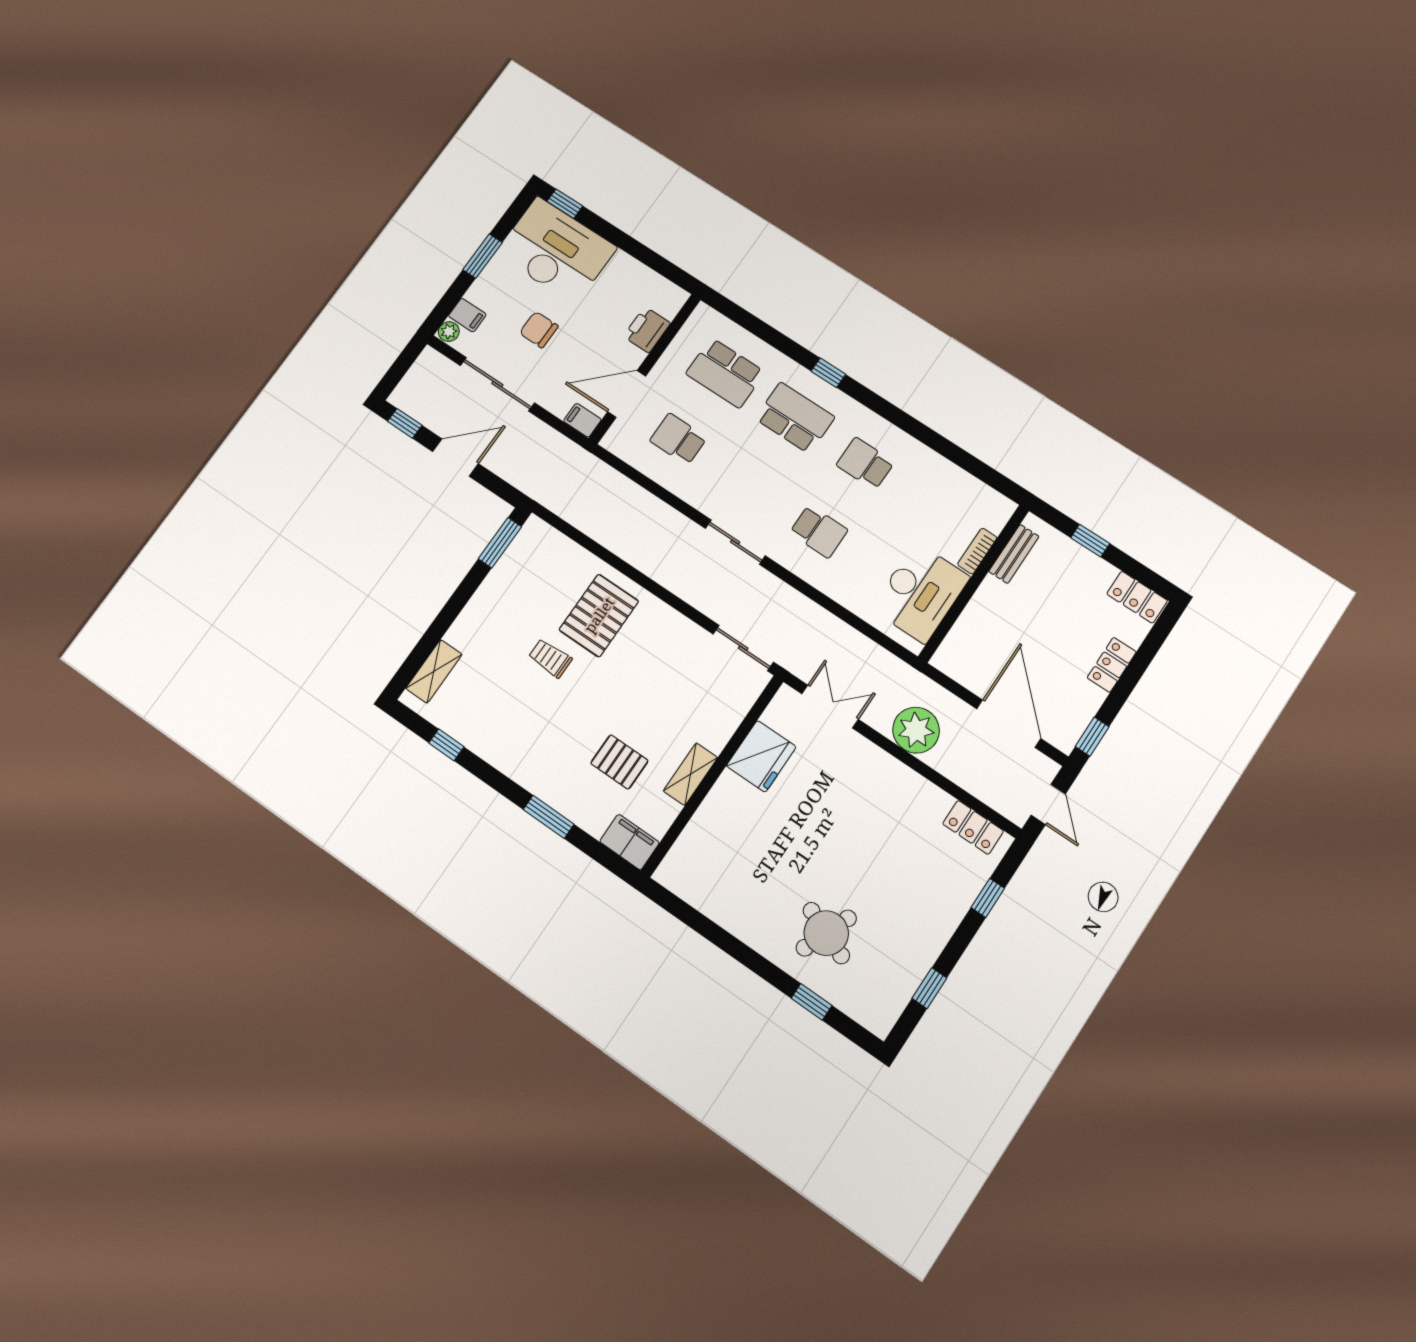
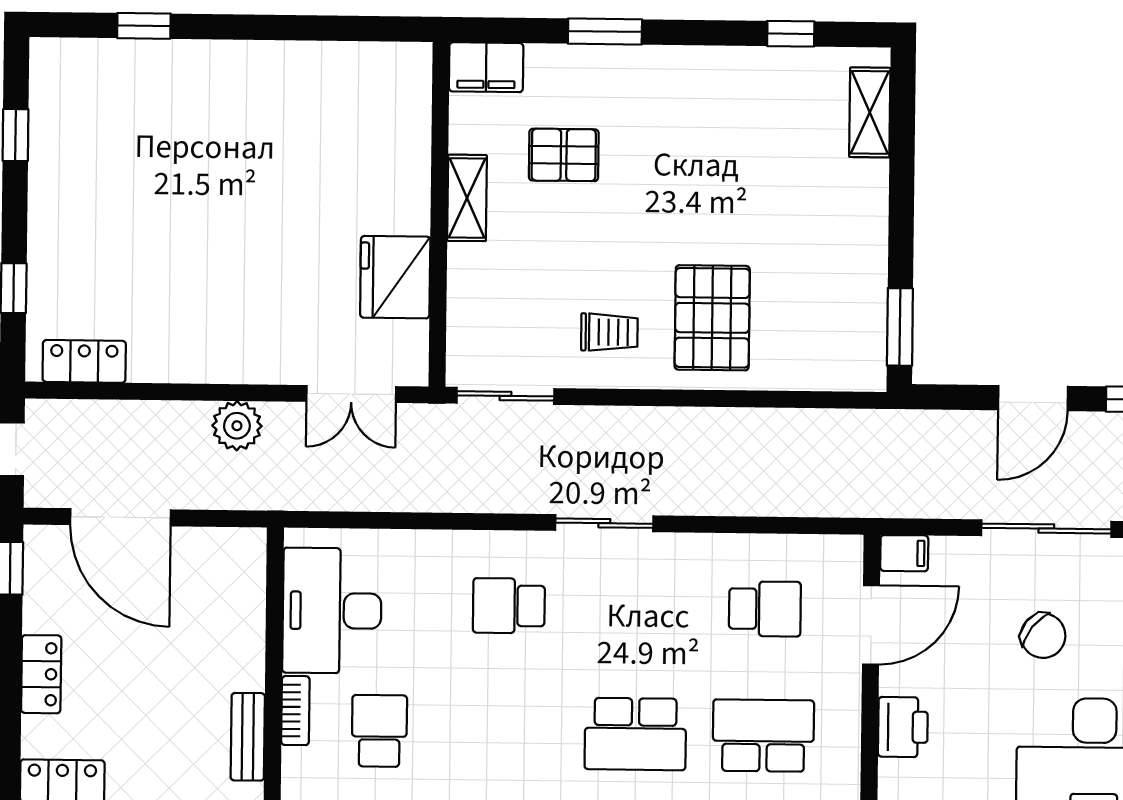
chair: (539, 330) -> (1043, 636), turned 38
school desk: (865, 464) -> (379, 731), moved, turned -90
trolley: (550, 658) -> (609, 332), moved
plant: (916, 730) -> (237, 426), width x0.73, depth x0.73
round table: (826, 933) -> (179, 118), removed

